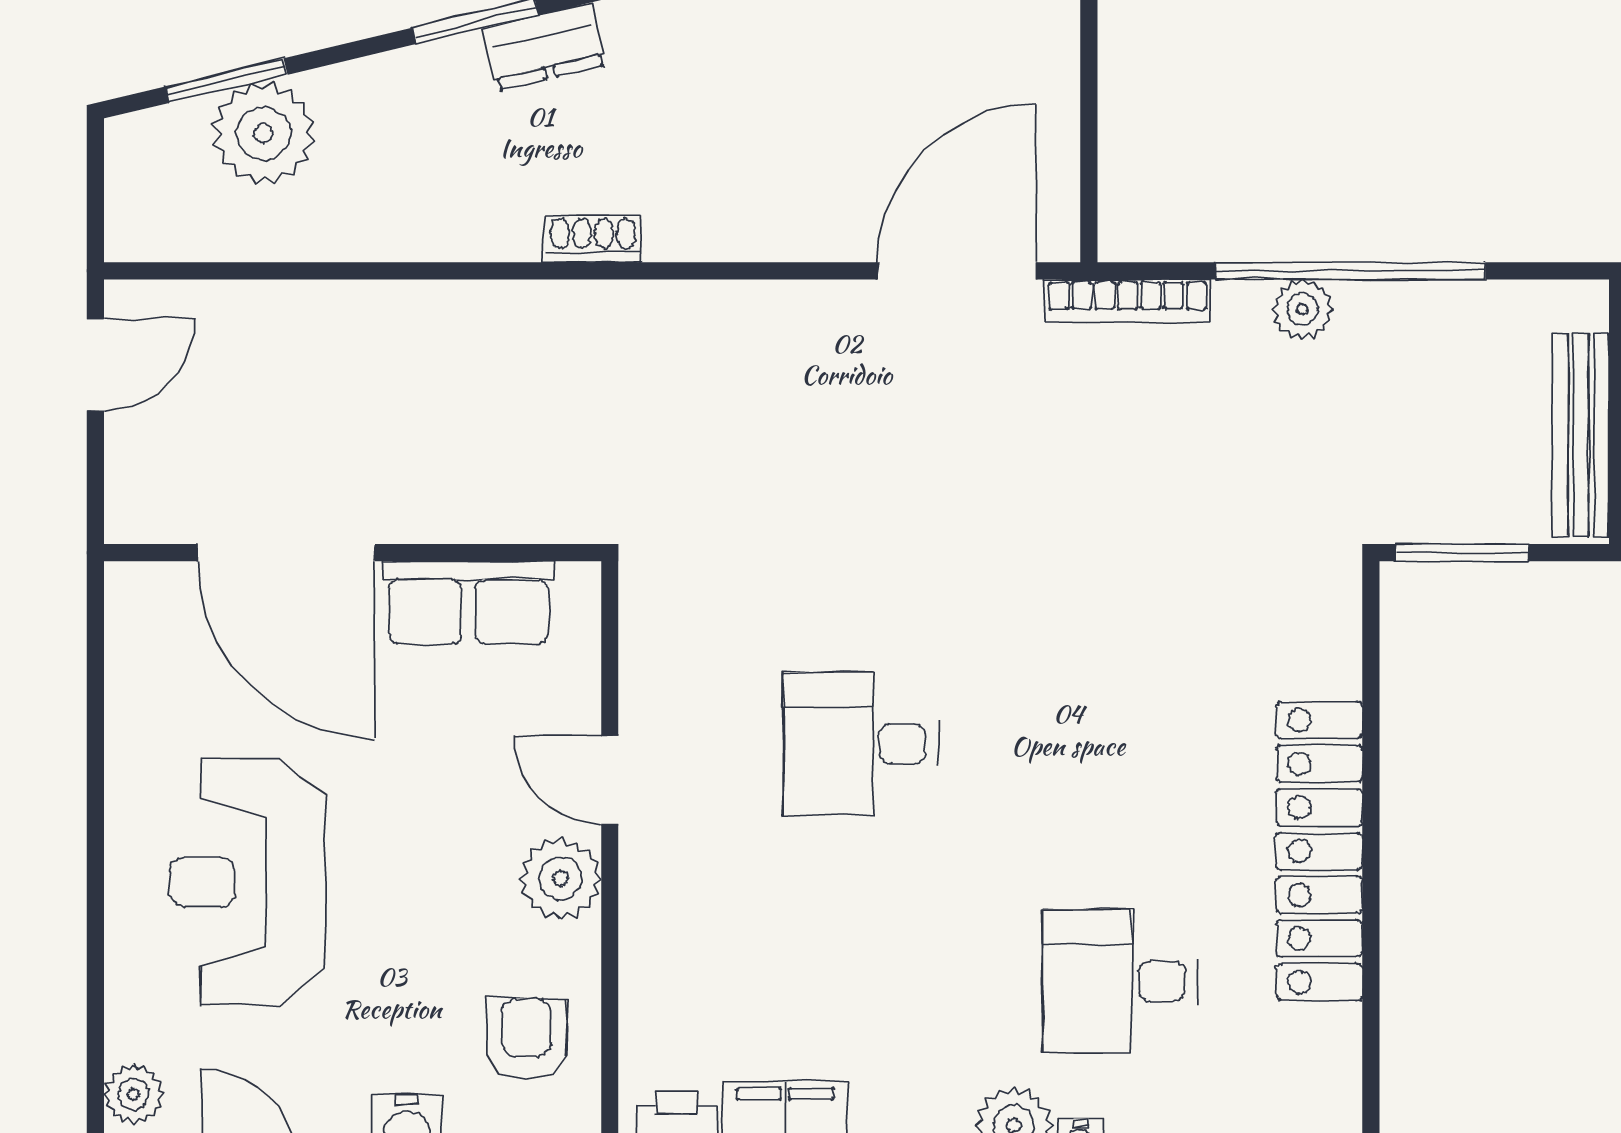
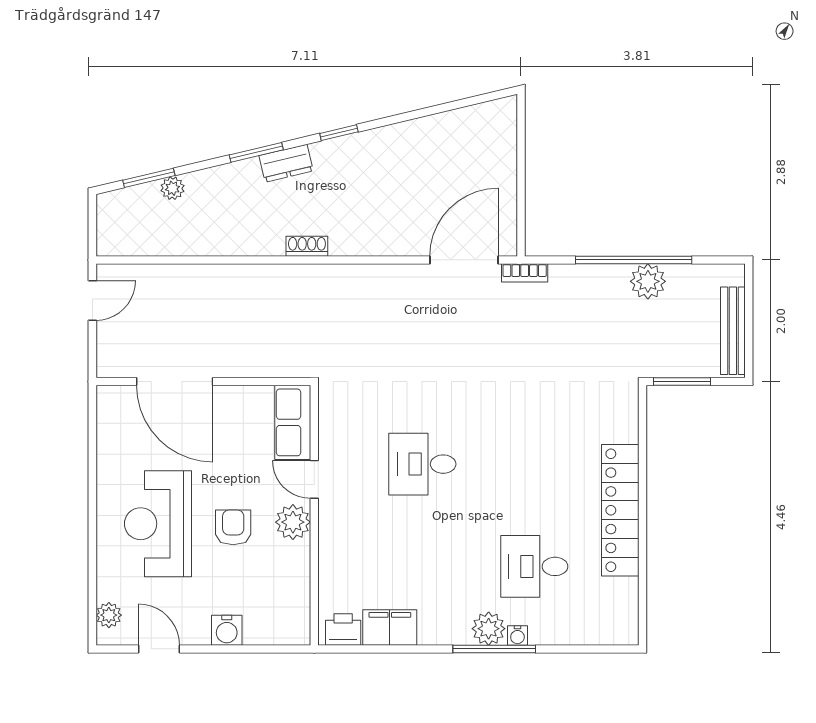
plant: (263, 133) -> (173, 188), width x0.53, depth x0.53
bookcase: (1128, 301) -> (525, 273), width x0.64
plant: (1302, 309) -> (648, 281), moved, width x1.38, depth x1.38
row of seats: (468, 602) -> (293, 422), moved, turned 90
armchair: (526, 1039) -> (233, 527), moved

